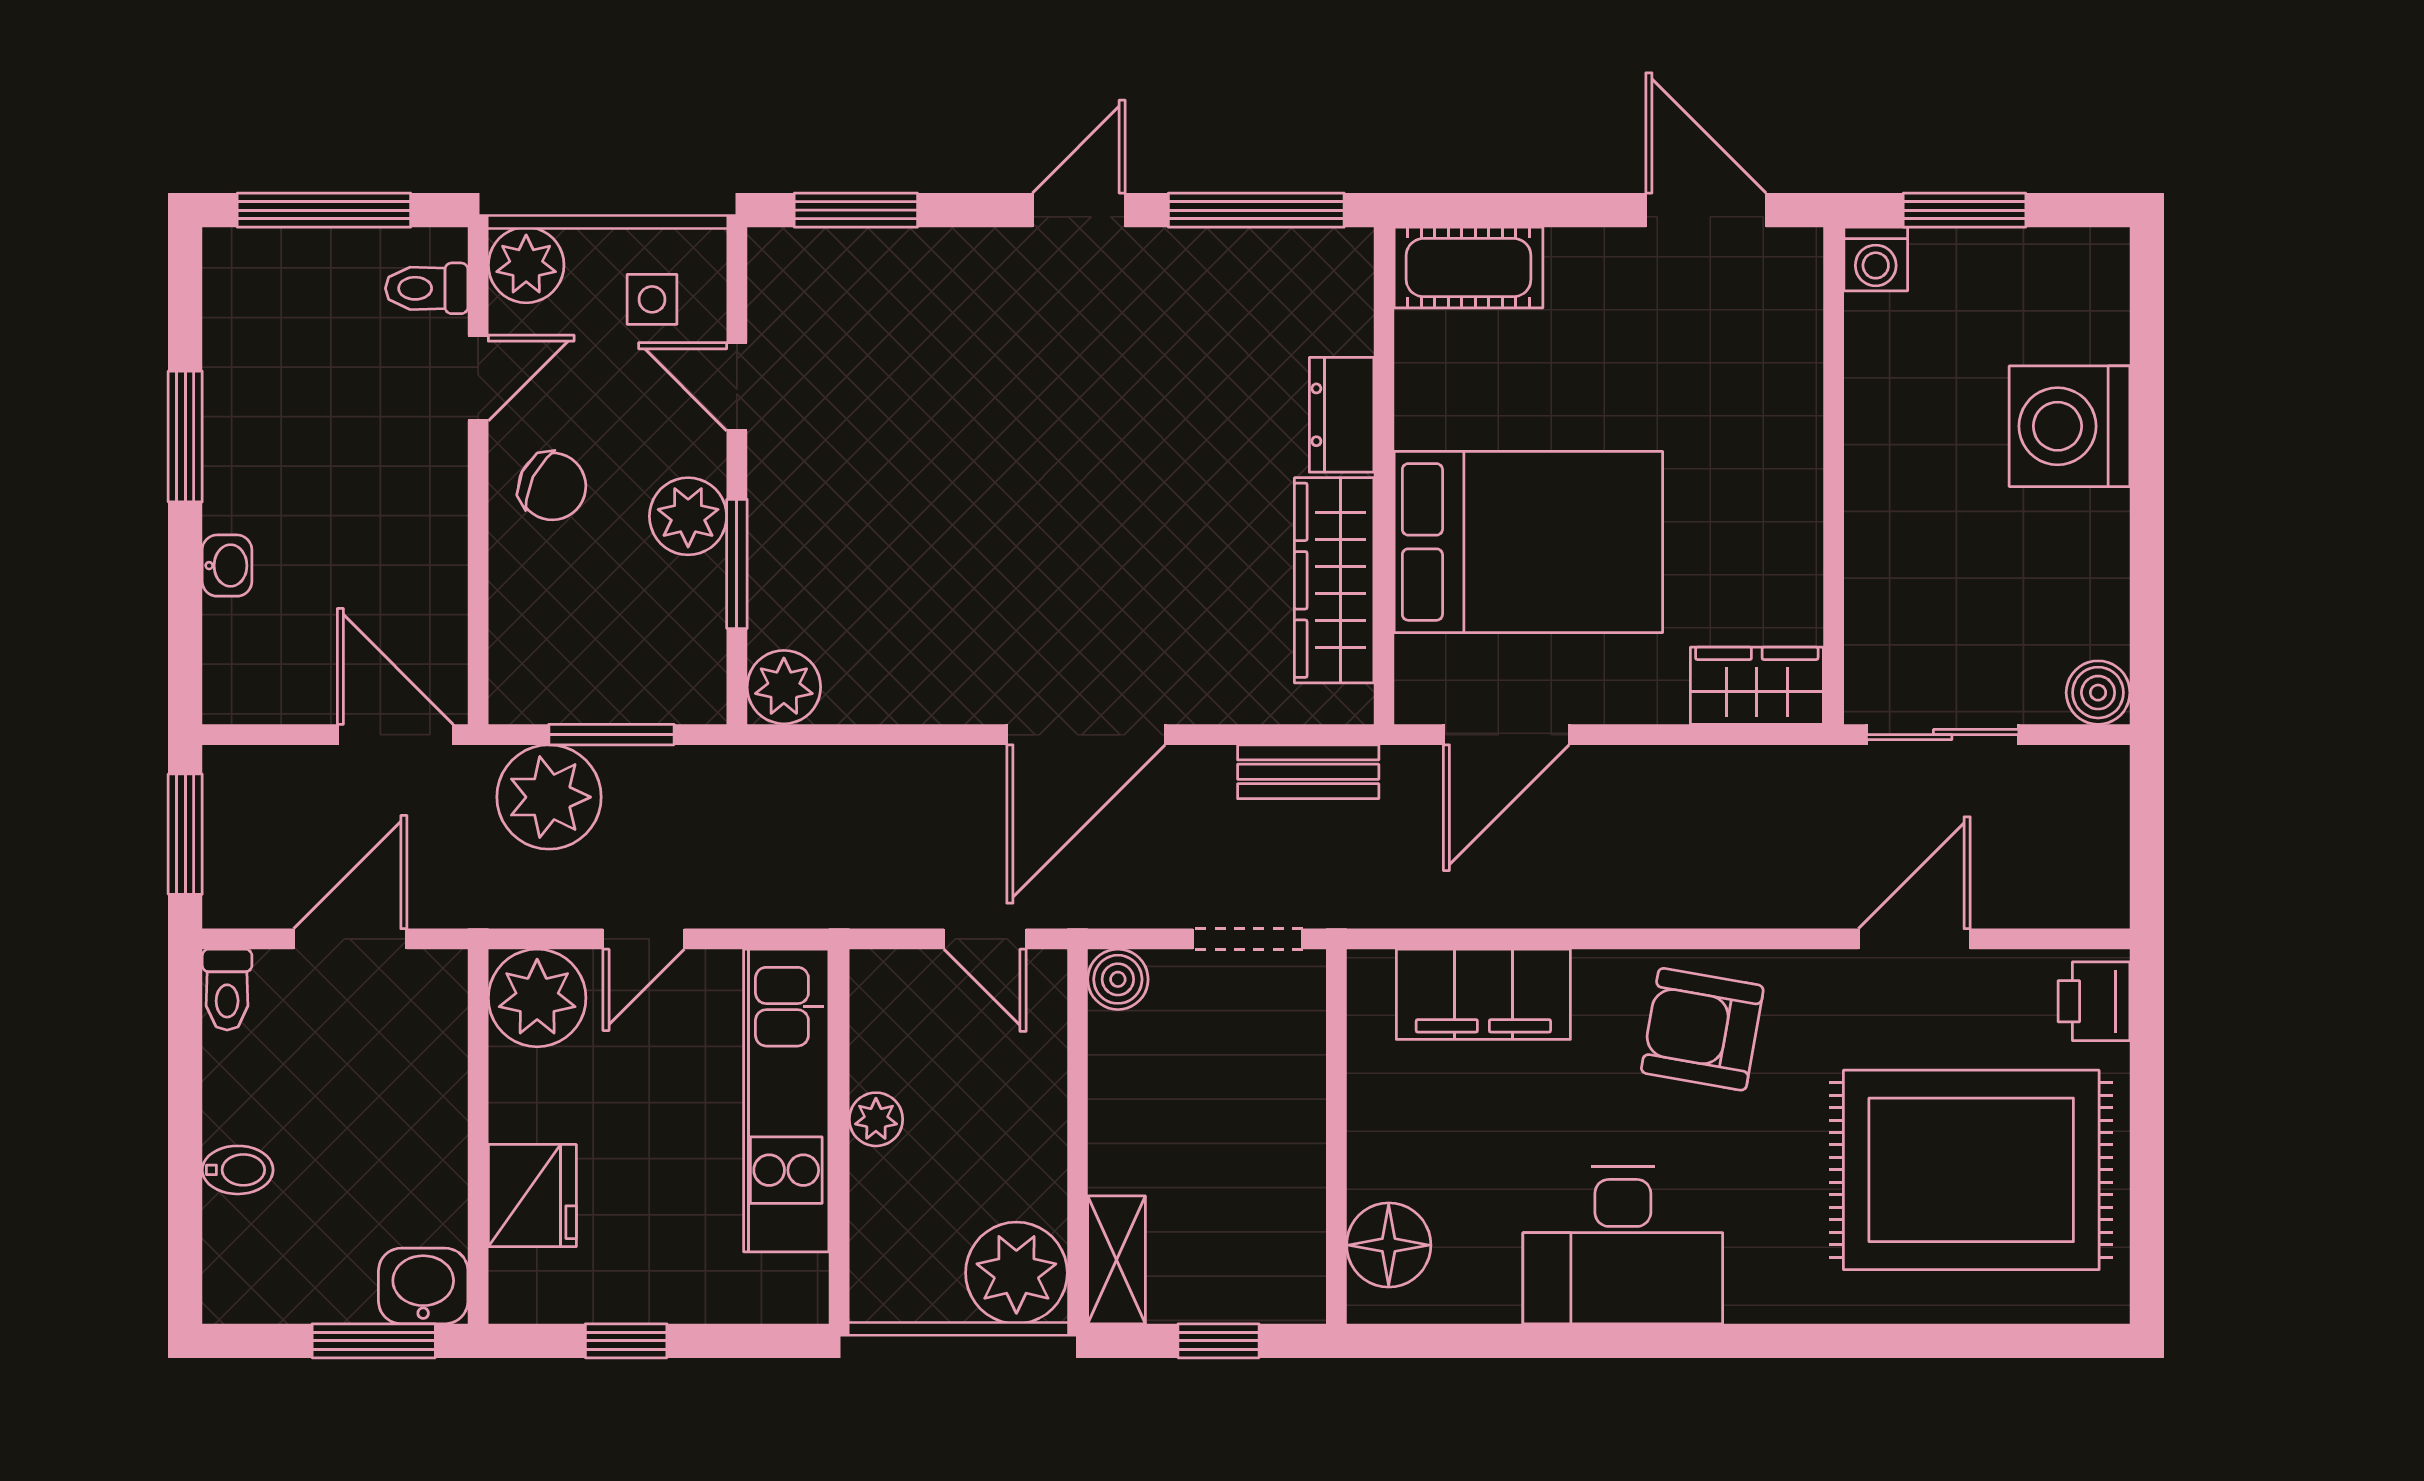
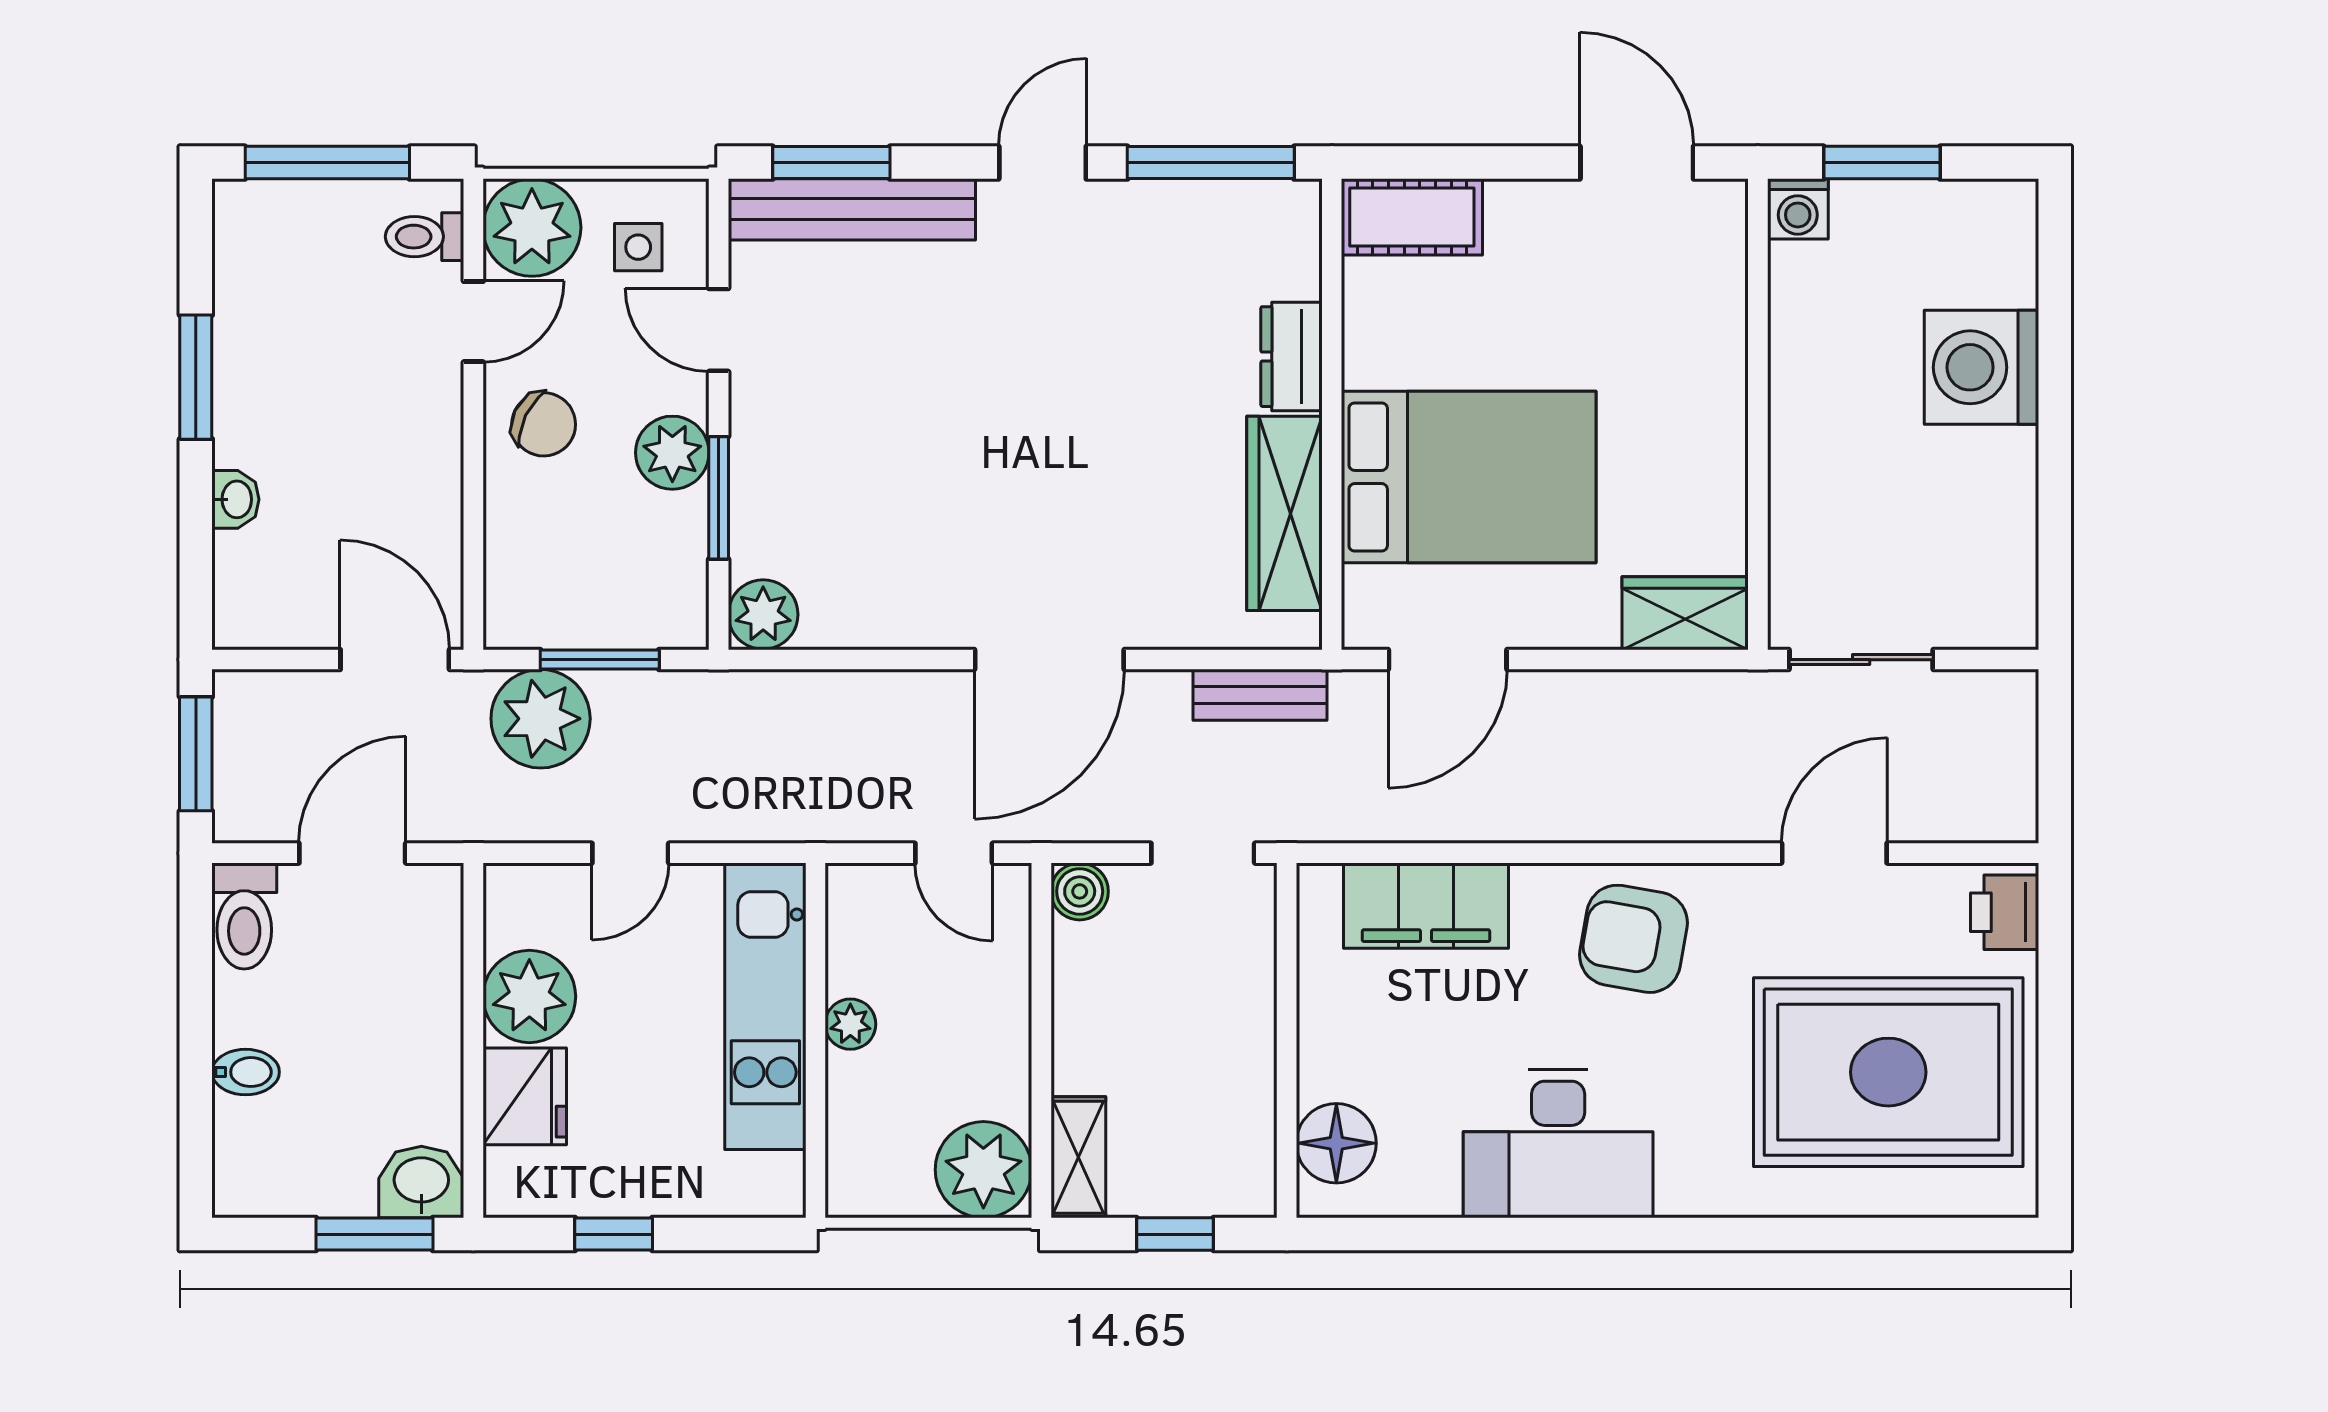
bench: (877, 260) -> (852, 209), added
plant: (526, 265) -> (532, 228), width x1.36, depth x1.36
boiler: (2098, 693) -> (2008, 620), removed
toilet: (227, 990) -> (244, 916), width x1.37, depth x1.39
plant: (537, 998) -> (529, 996), moved

